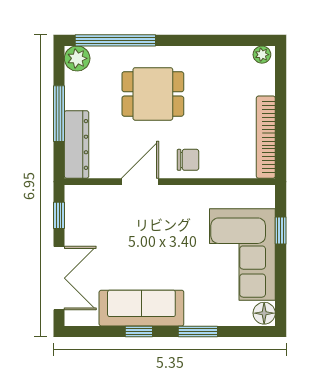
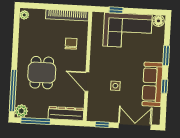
window: (59, 114) -> (36, 121), moved
chair: (188, 160) -> (71, 44), moved
side table: (135, 237) -> (115, 86), added

